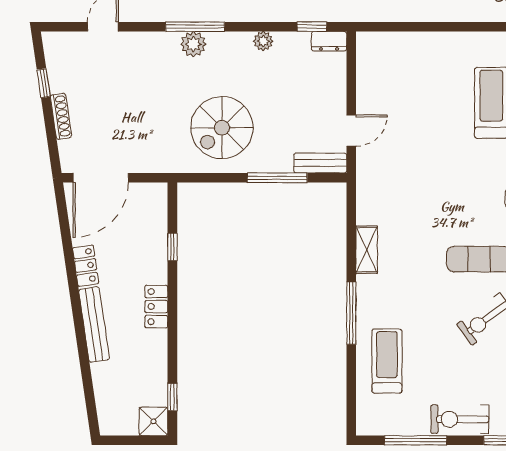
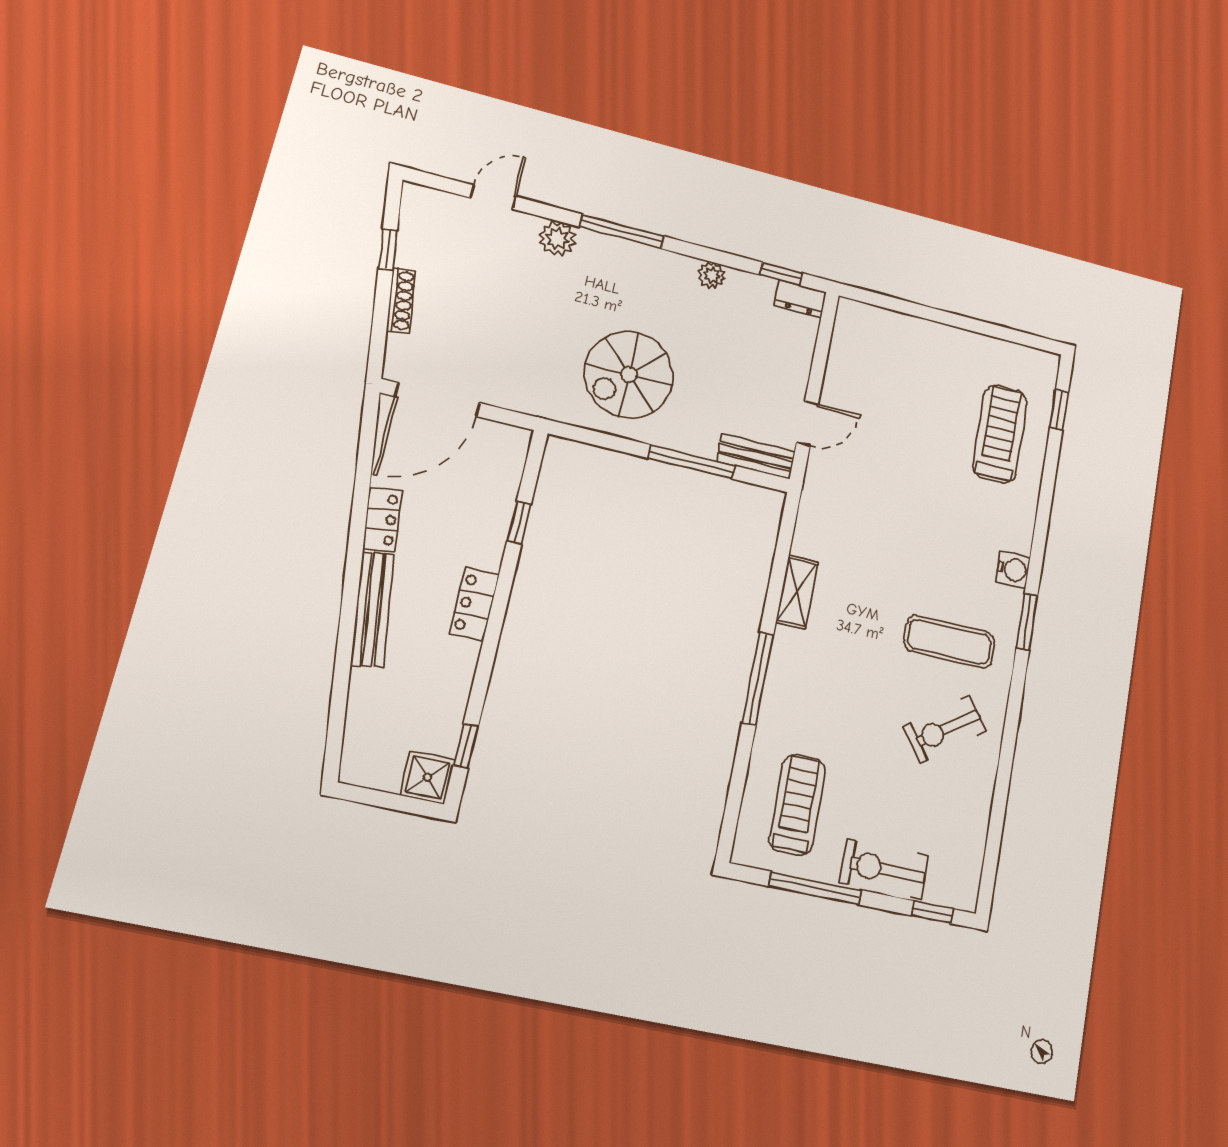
plant: (193, 44) -> (557, 238), moved
treadmill: (387, 361) -> (797, 805), moved

